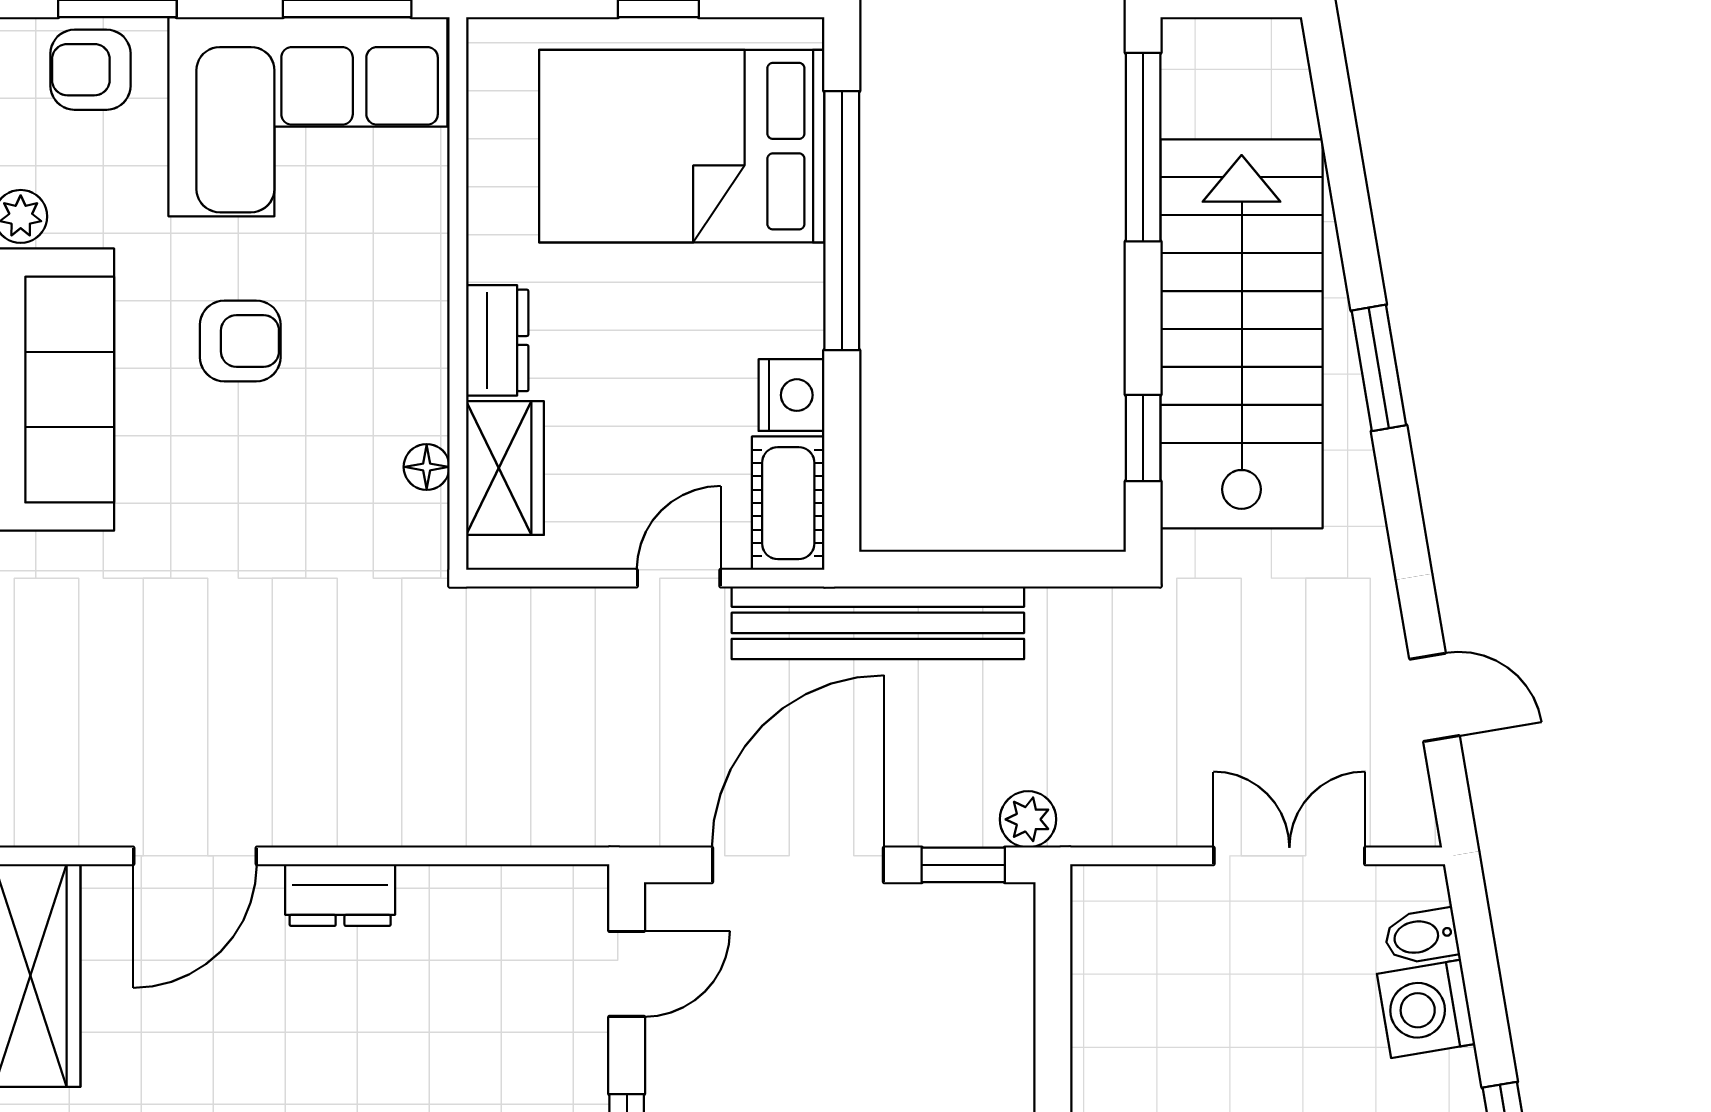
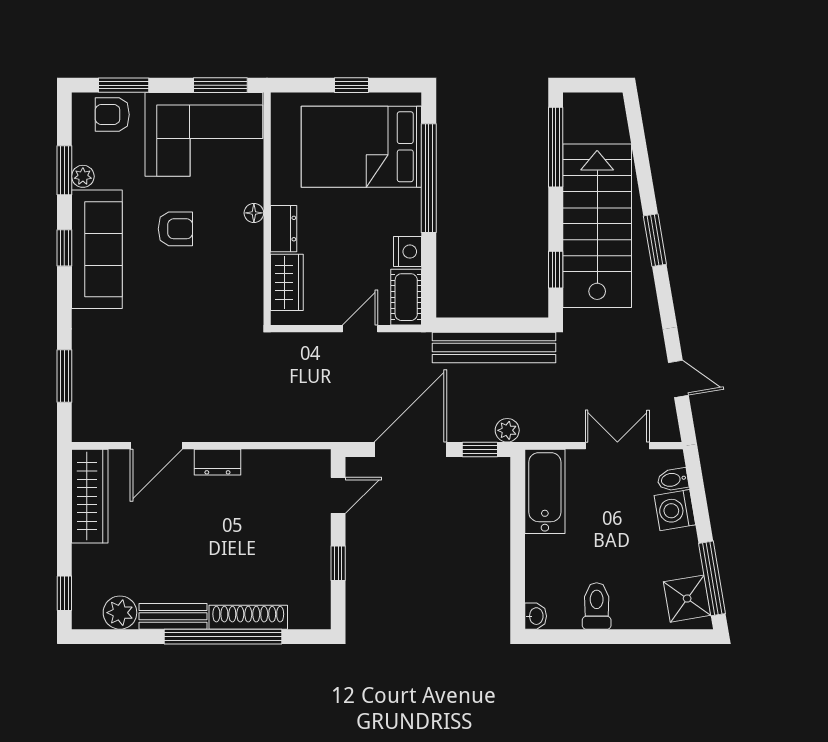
floor lamp: (427, 467) -> (254, 213), moved
bench: (878, 623) -> (494, 348), moved
bathtub: (1117, 964) -> (545, 491), added

